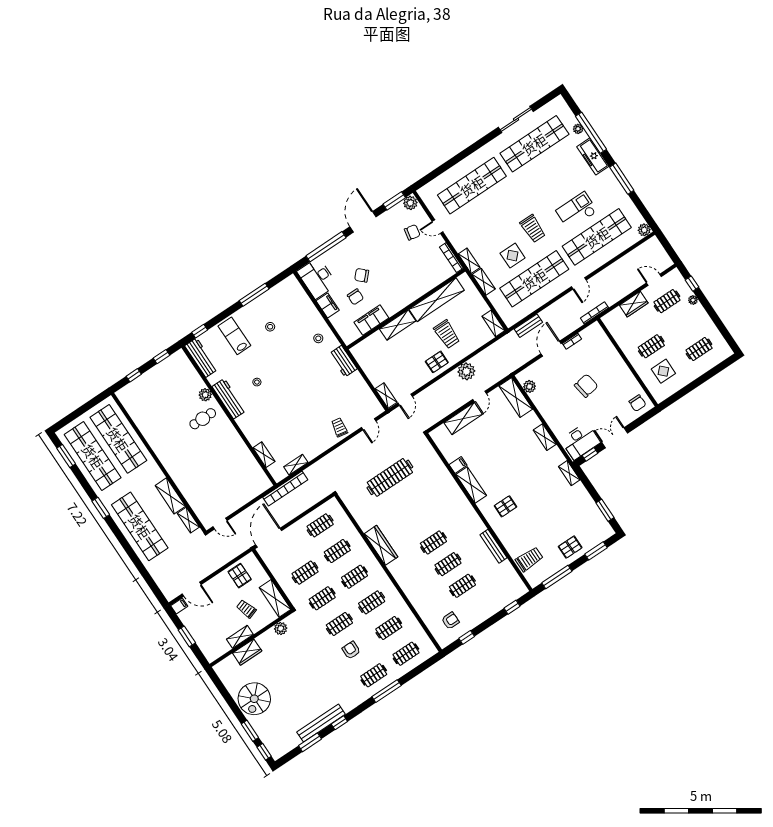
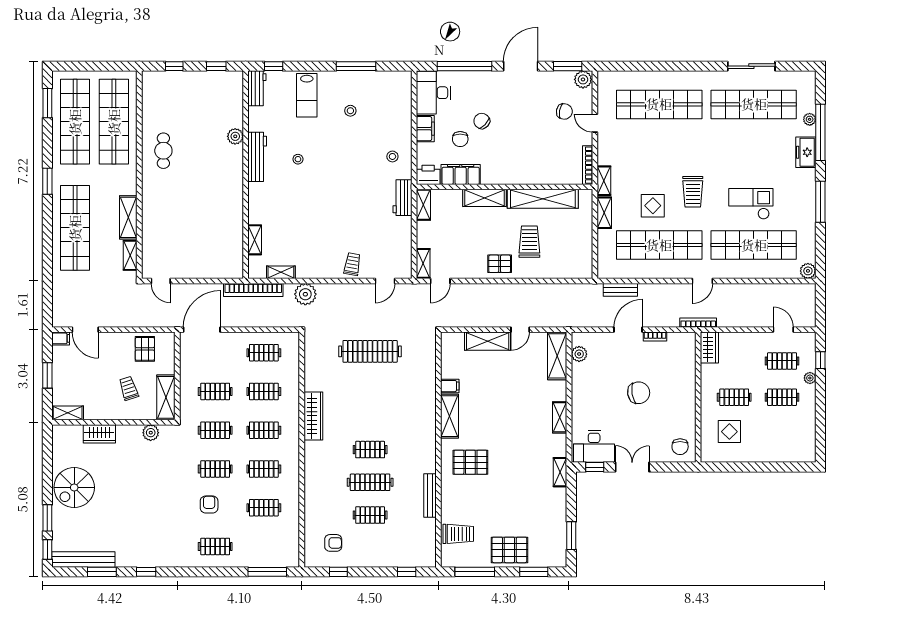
freezer: (593, 156) -> (806, 152), width x0.71
wardrobe: (634, 304) -> (709, 347), moved, turned -90
shelving: (493, 323) -> (423, 205), moved
trolley: (447, 334) -> (529, 242), turned 180
printer: (350, 335) -> (428, 175), added
lab bench: (234, 336) -> (307, 95), turned 180
clothes rail: (699, 349) -> (782, 397), moved
workbench: (201, 358) -> (257, 88), width x0.73
plant: (466, 371) -> (305, 294), moved
cafe table: (203, 419) -> (163, 151), moved, turned 90
pallet: (505, 506) -> (470, 462), width x1.50, depth x1.42
pallet: (570, 547) -> (509, 550), width x1.50, depth x1.42
clothes rail: (448, 564) -> (370, 482), width x1.36
shelving: (240, 637) -> (68, 413), moved
clothes rail: (406, 654) -> (264, 546), removed
window: (387, 691) -> (267, 572), moved
bench: (321, 723) -> (83, 559), moved

